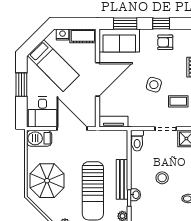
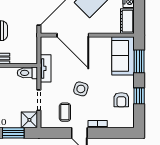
armchair: (165, 42) -> (121, 100), turned 180
door: (98, 79) -> (73, 35), moved
tv unit: (114, 122) -> (46, 68), moved

